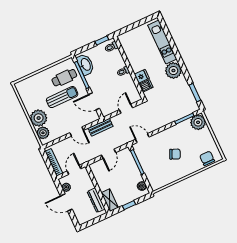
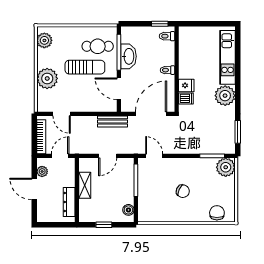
washbasin: (85, 65) -> (128, 56), moved
door: (126, 109) -> (151, 114), width x1.87
door: (77, 132) -> (62, 114), moved
plant: (43, 133) -> (44, 40), moved
shelving: (110, 200) -> (85, 185), moved

